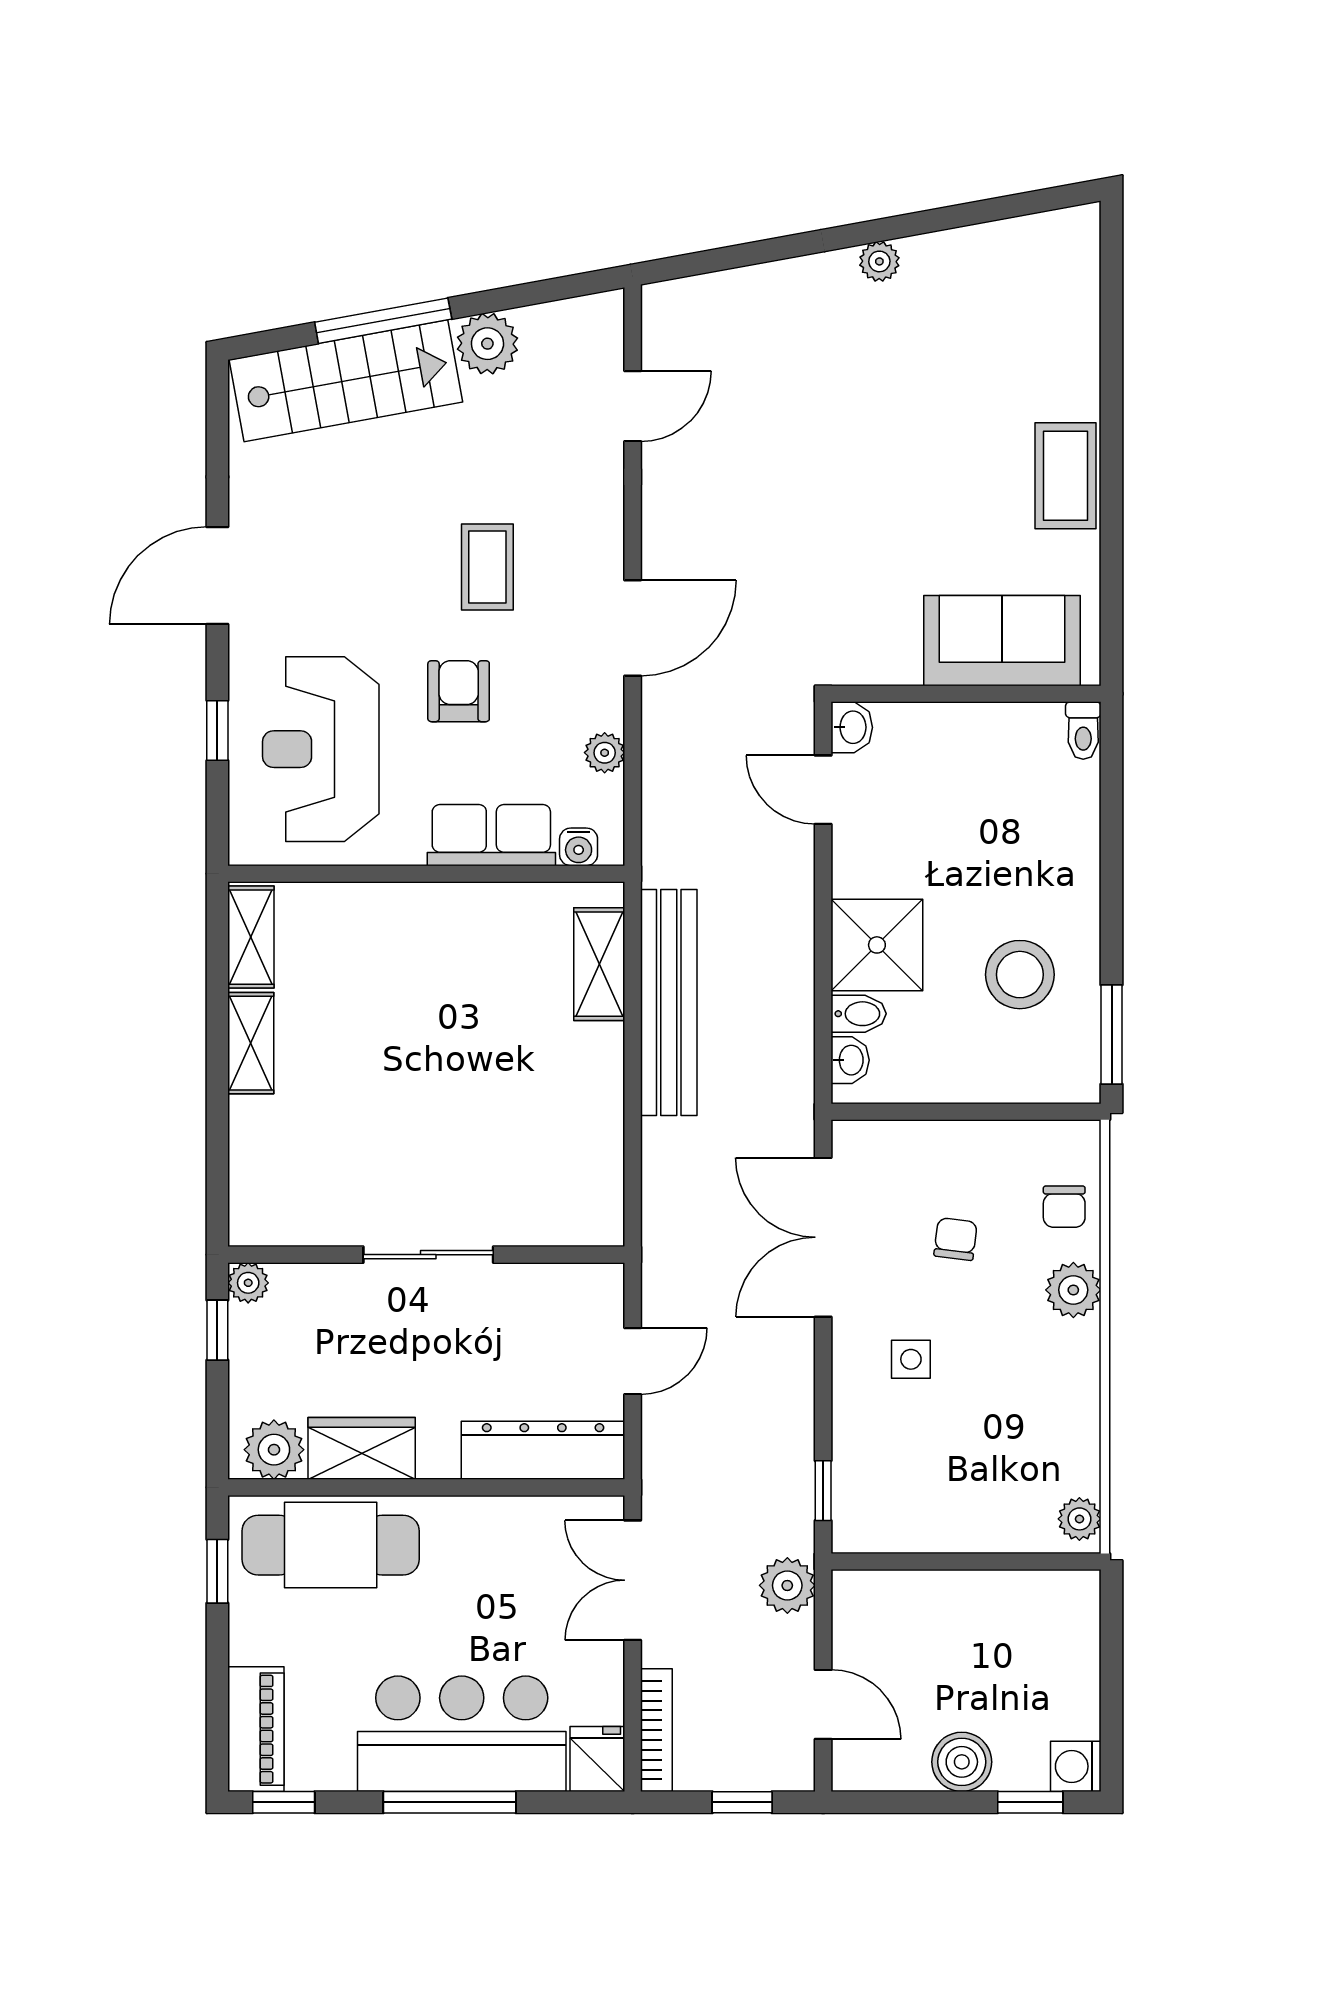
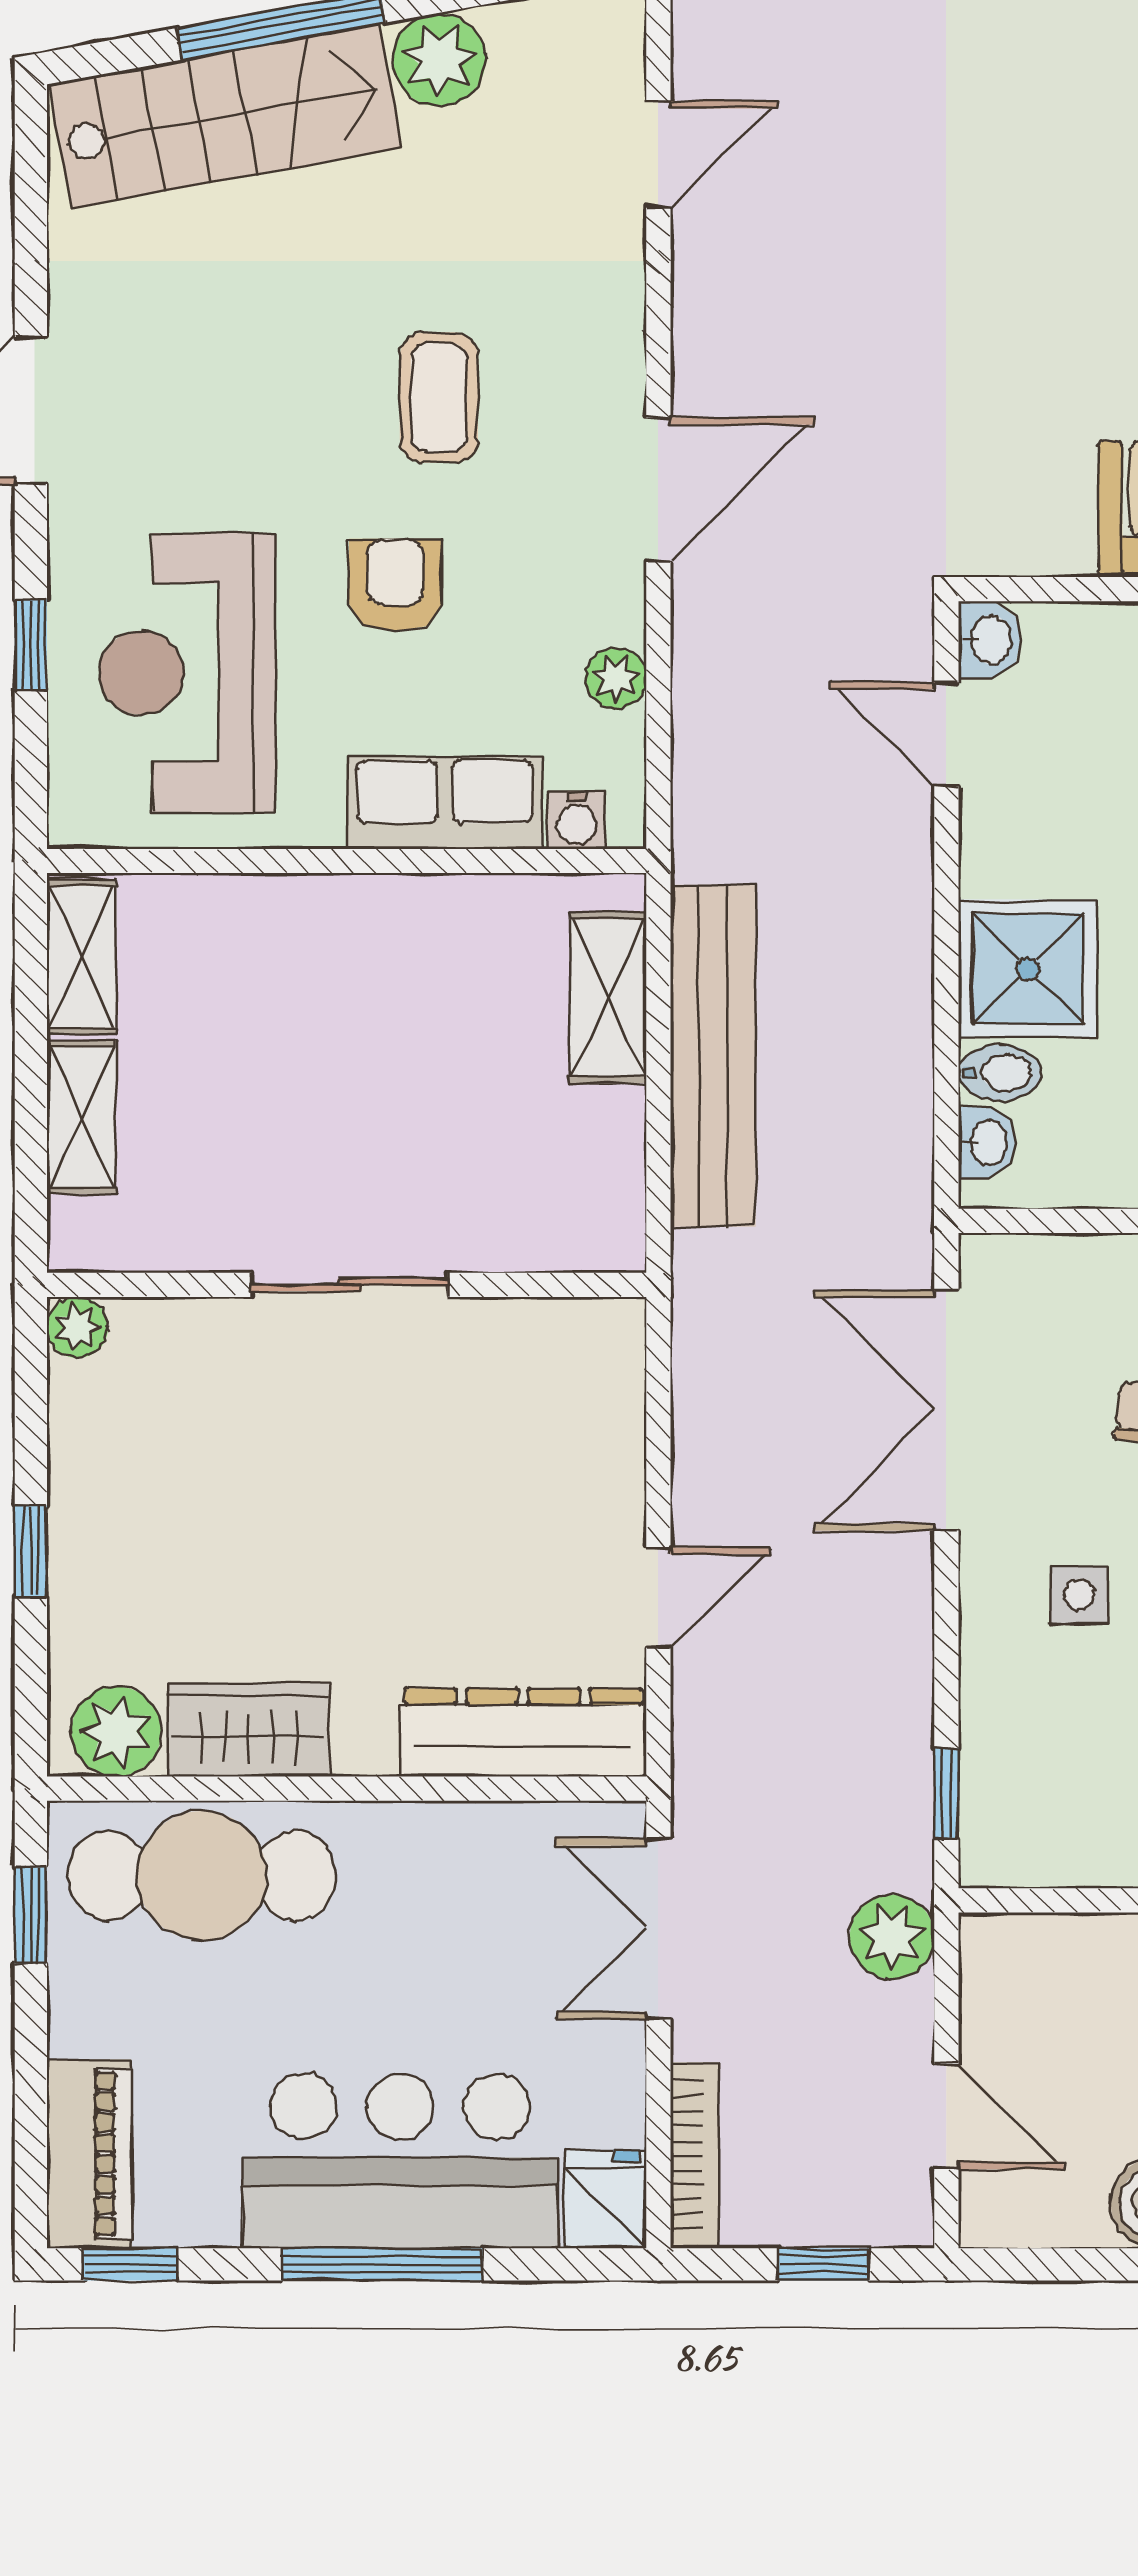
wall: (426, 1255) -> (347, 1285), moved
sliding door: (428, 1255) -> (350, 1285), moved
plant: (248, 1283) -> (77, 1327), moved

